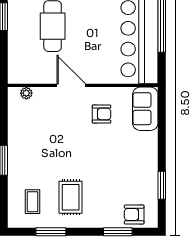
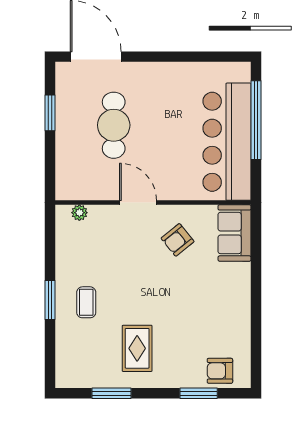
armchair: (102, 114) -> (178, 240), turned 141
window: (162, 185) -> (256, 333), removed
coffee table: (33, 202) -> (86, 302), moved

